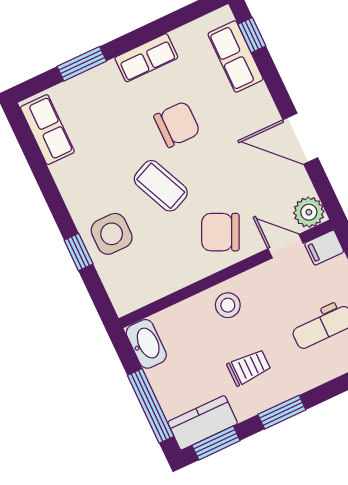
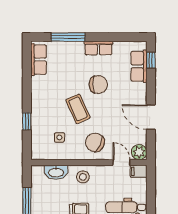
window: (82, 64) -> (68, 37), width x1.44
side table: (112, 234) -> (59, 137), moved, width x0.54, depth x0.54
washbasin: (146, 344) -> (56, 172), moved, turned 90

